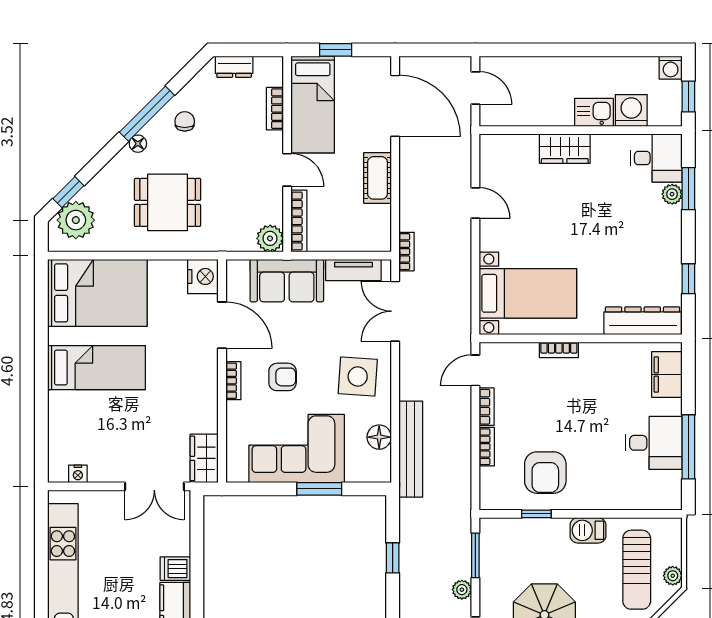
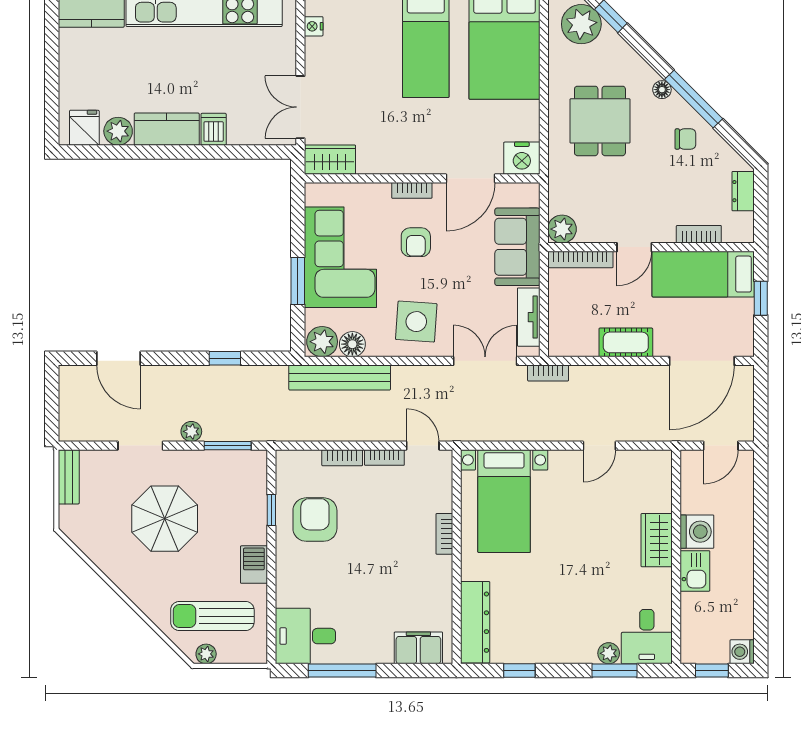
washing machine: (631, 111) -> (697, 532), moved
desk: (654, 443) -> (305, 636), moved, turned 90
plant: (377, 466) -> (322, 342), added
armchair: (545, 473) -> (315, 520), turned 90

